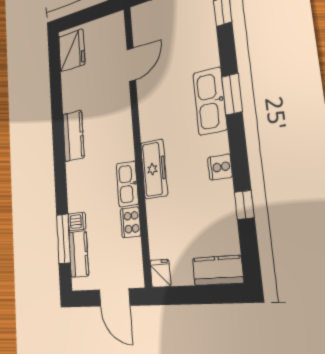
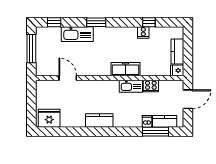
kitchen sink: (210, 101) -> (77, 34), moved
cooker: (220, 167) -> (143, 32), moved
kitchen counter: (218, 270) -> (177, 52), moved

